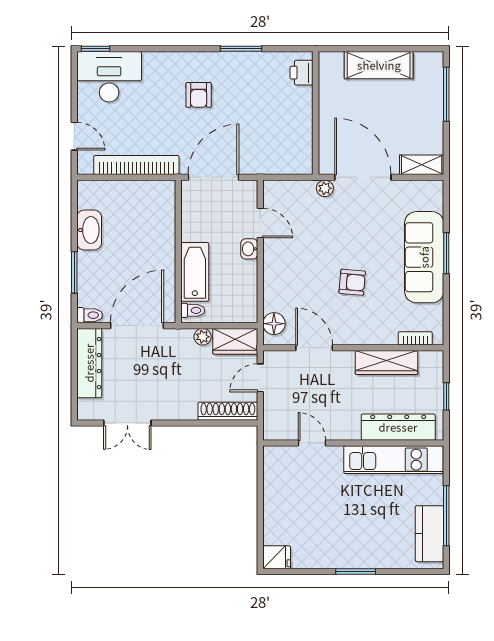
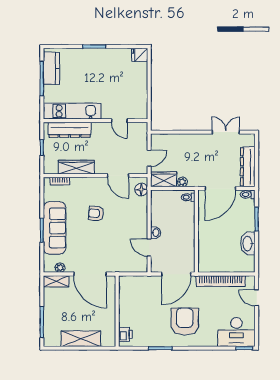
armchair: (199, 95) -> (185, 322), width x1.88, depth x1.88
plant: (325, 188) -> (60, 268), moved
bathtub: (195, 272) -> (187, 219), removed
shoe rack: (228, 411) -> (168, 139), removed

